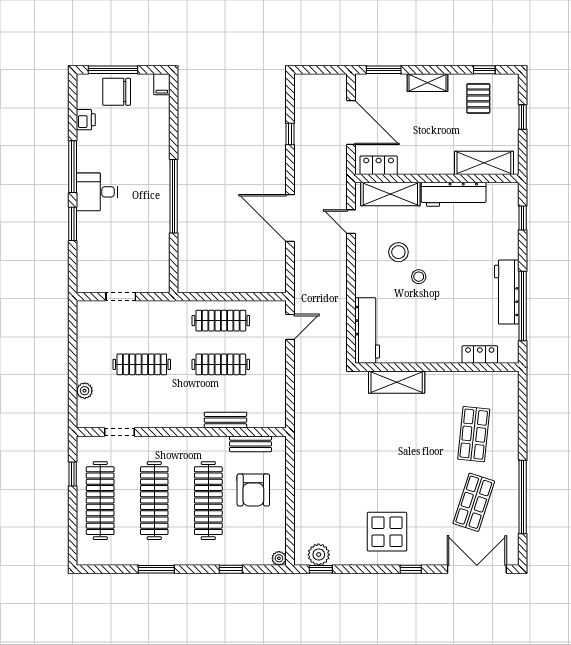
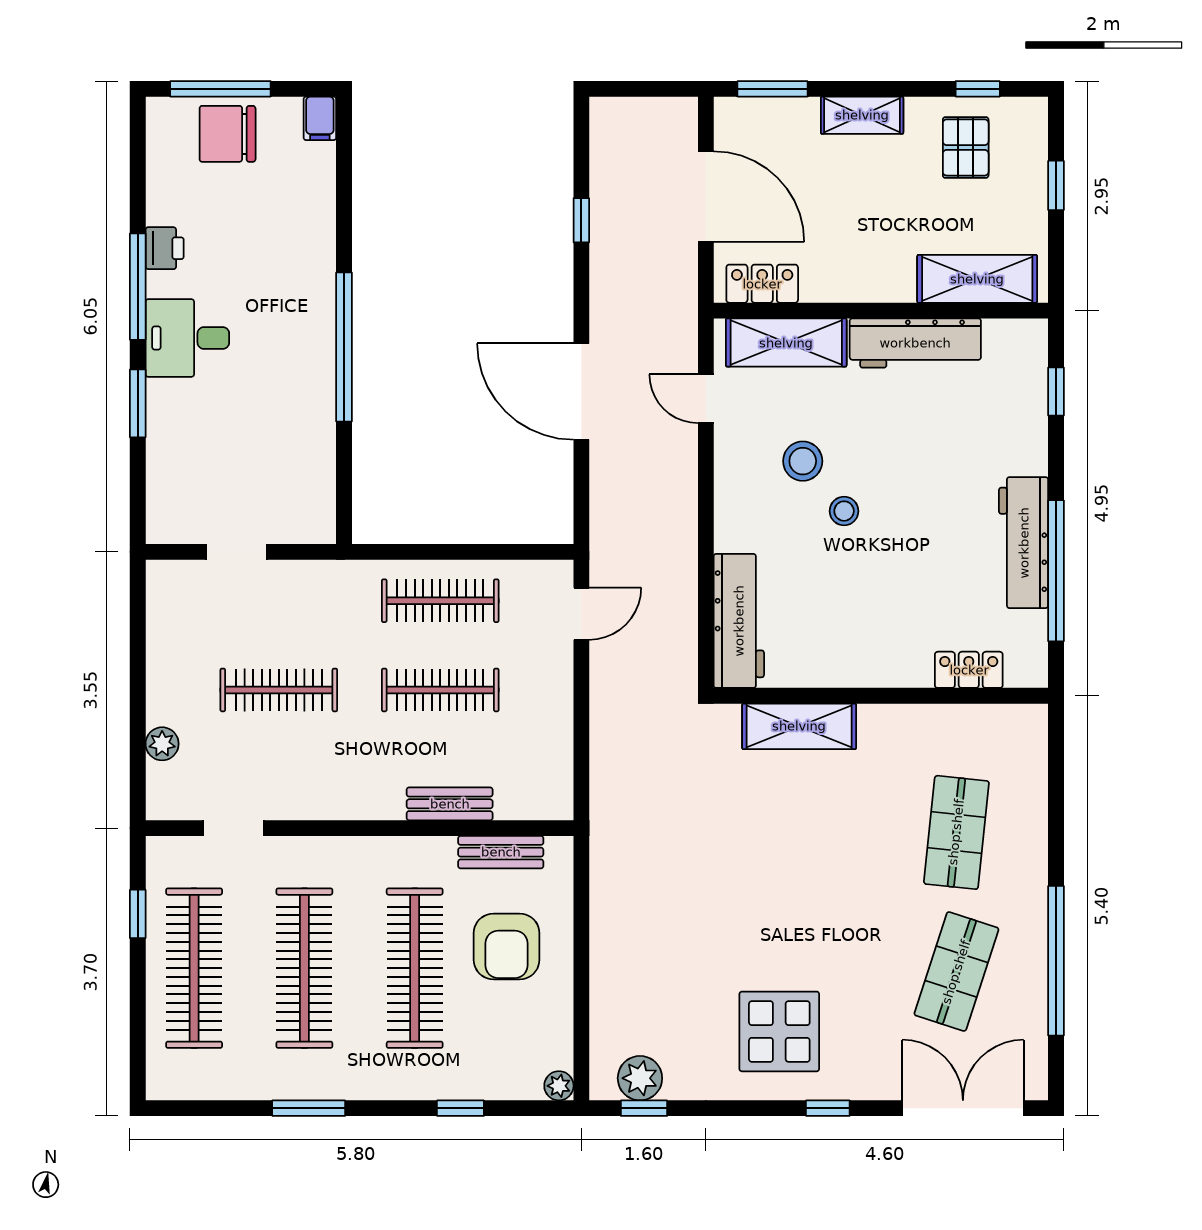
printer: (86, 120) -> (165, 248), moved

